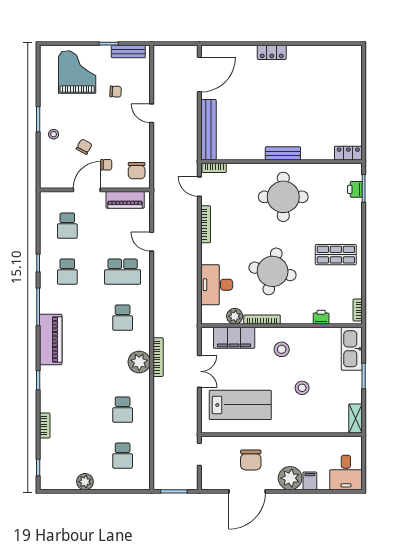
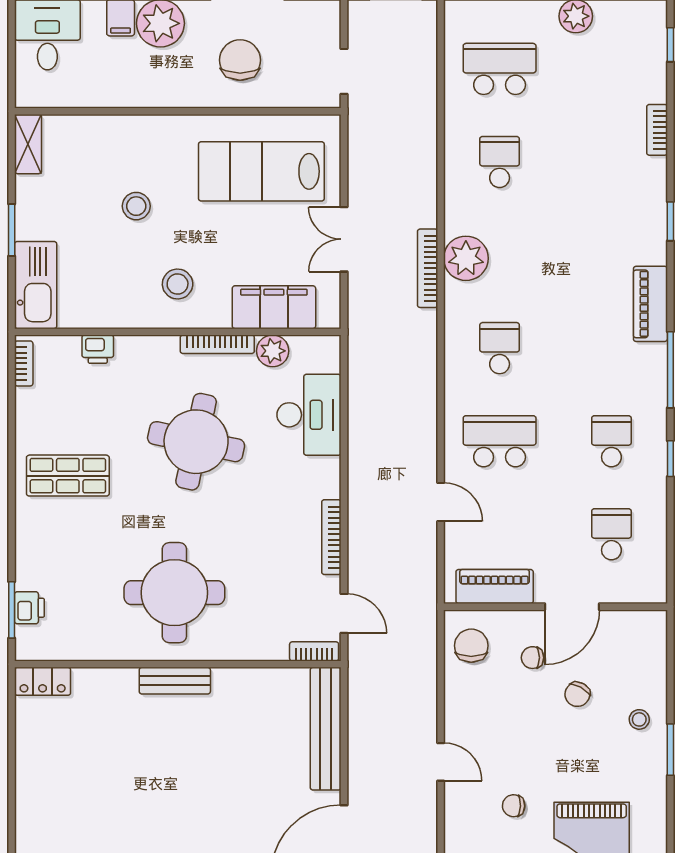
piano: (51, 340) -> (650, 304), width x0.73, depth x0.75
school desk: (123, 456) -> (500, 69), width x1.85

